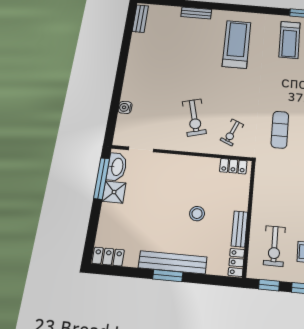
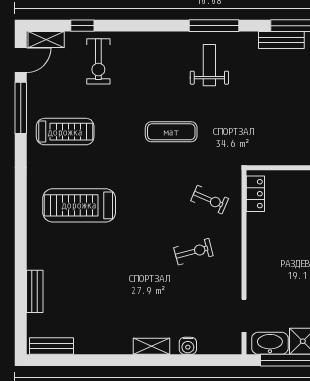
bench: (196, 13) -> (35, 291), moved
shelving: (129, 83) -> (152, 346), added
exercise bike: (194, 117) -> (193, 252), width x0.73, depth x0.72
exercise mat: (280, 130) -> (171, 132), moved

